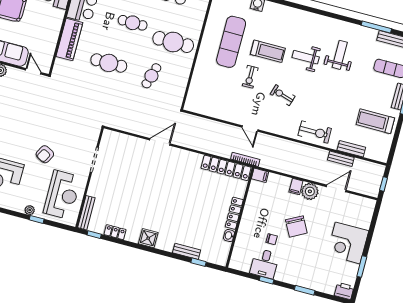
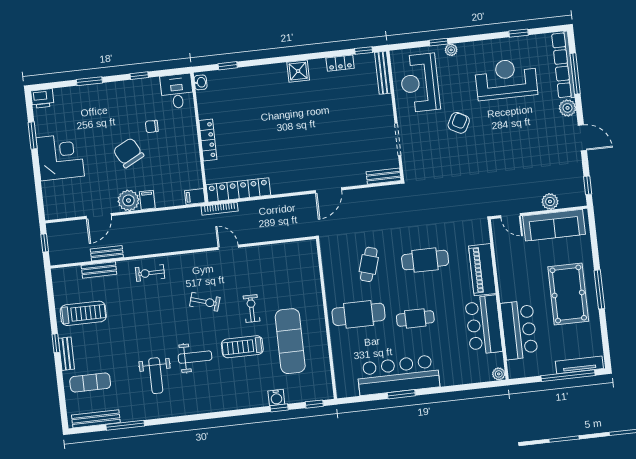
exercise bike: (315, 132) -> (150, 273), width x0.73, depth x0.72
washbasin: (229, 236) -> (201, 82), moved
bench: (187, 251) -> (384, 176), moved
desk: (265, 264) -> (177, 91), moved

